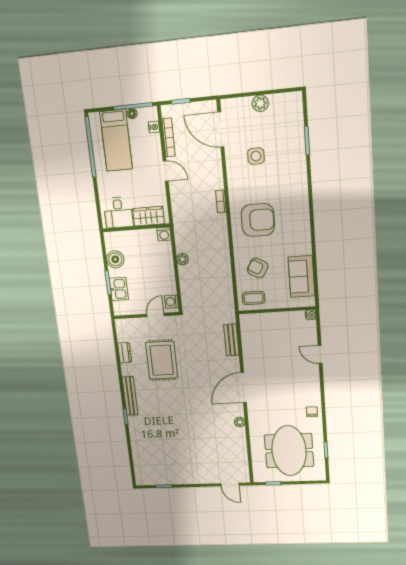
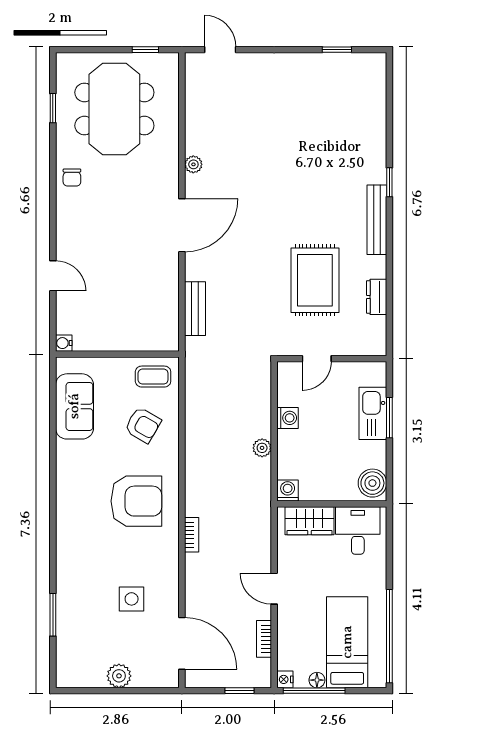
nightstand: (154, 127) -> (285, 679), moved
bookcase: (169, 138) -> (264, 639), width x0.64
armchair: (258, 220) -> (136, 501), turned 180
boiler: (115, 259) -> (372, 483), moved
kitchen sink: (119, 289) -> (373, 413), width x1.38
washing machine: (171, 302) -> (288, 418), moved

